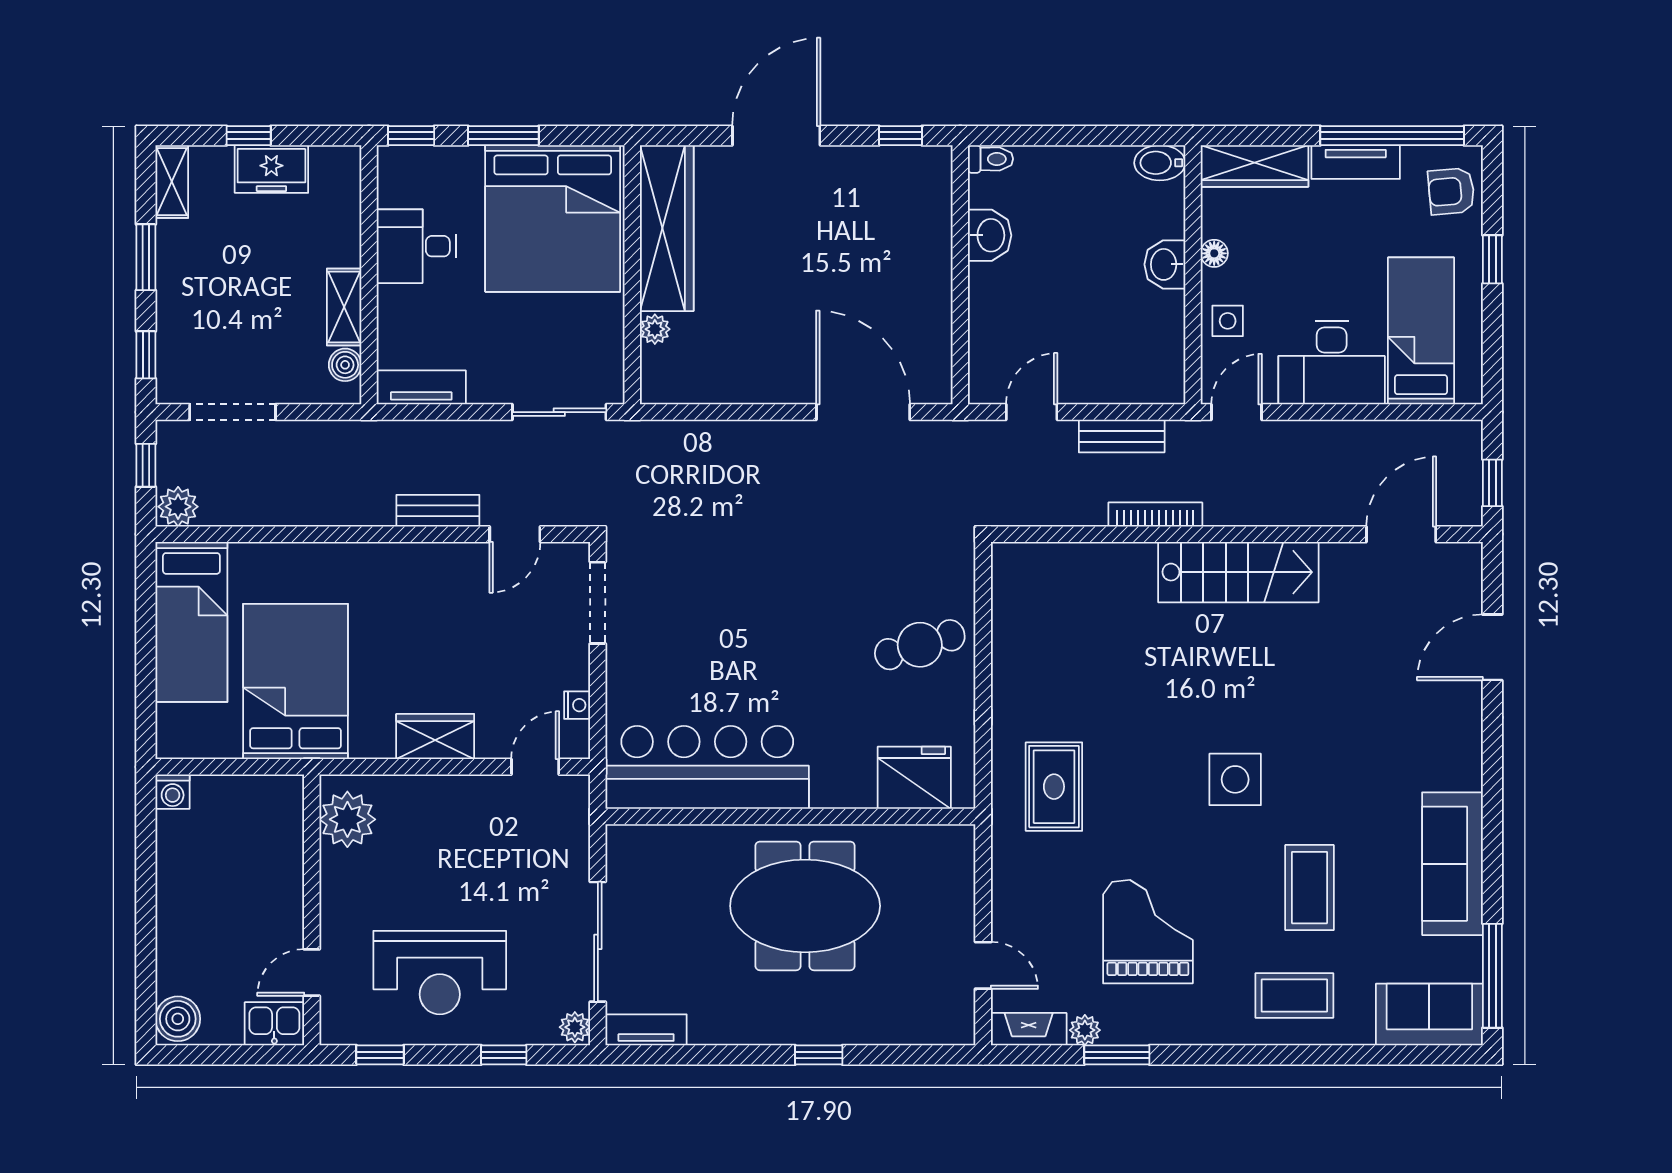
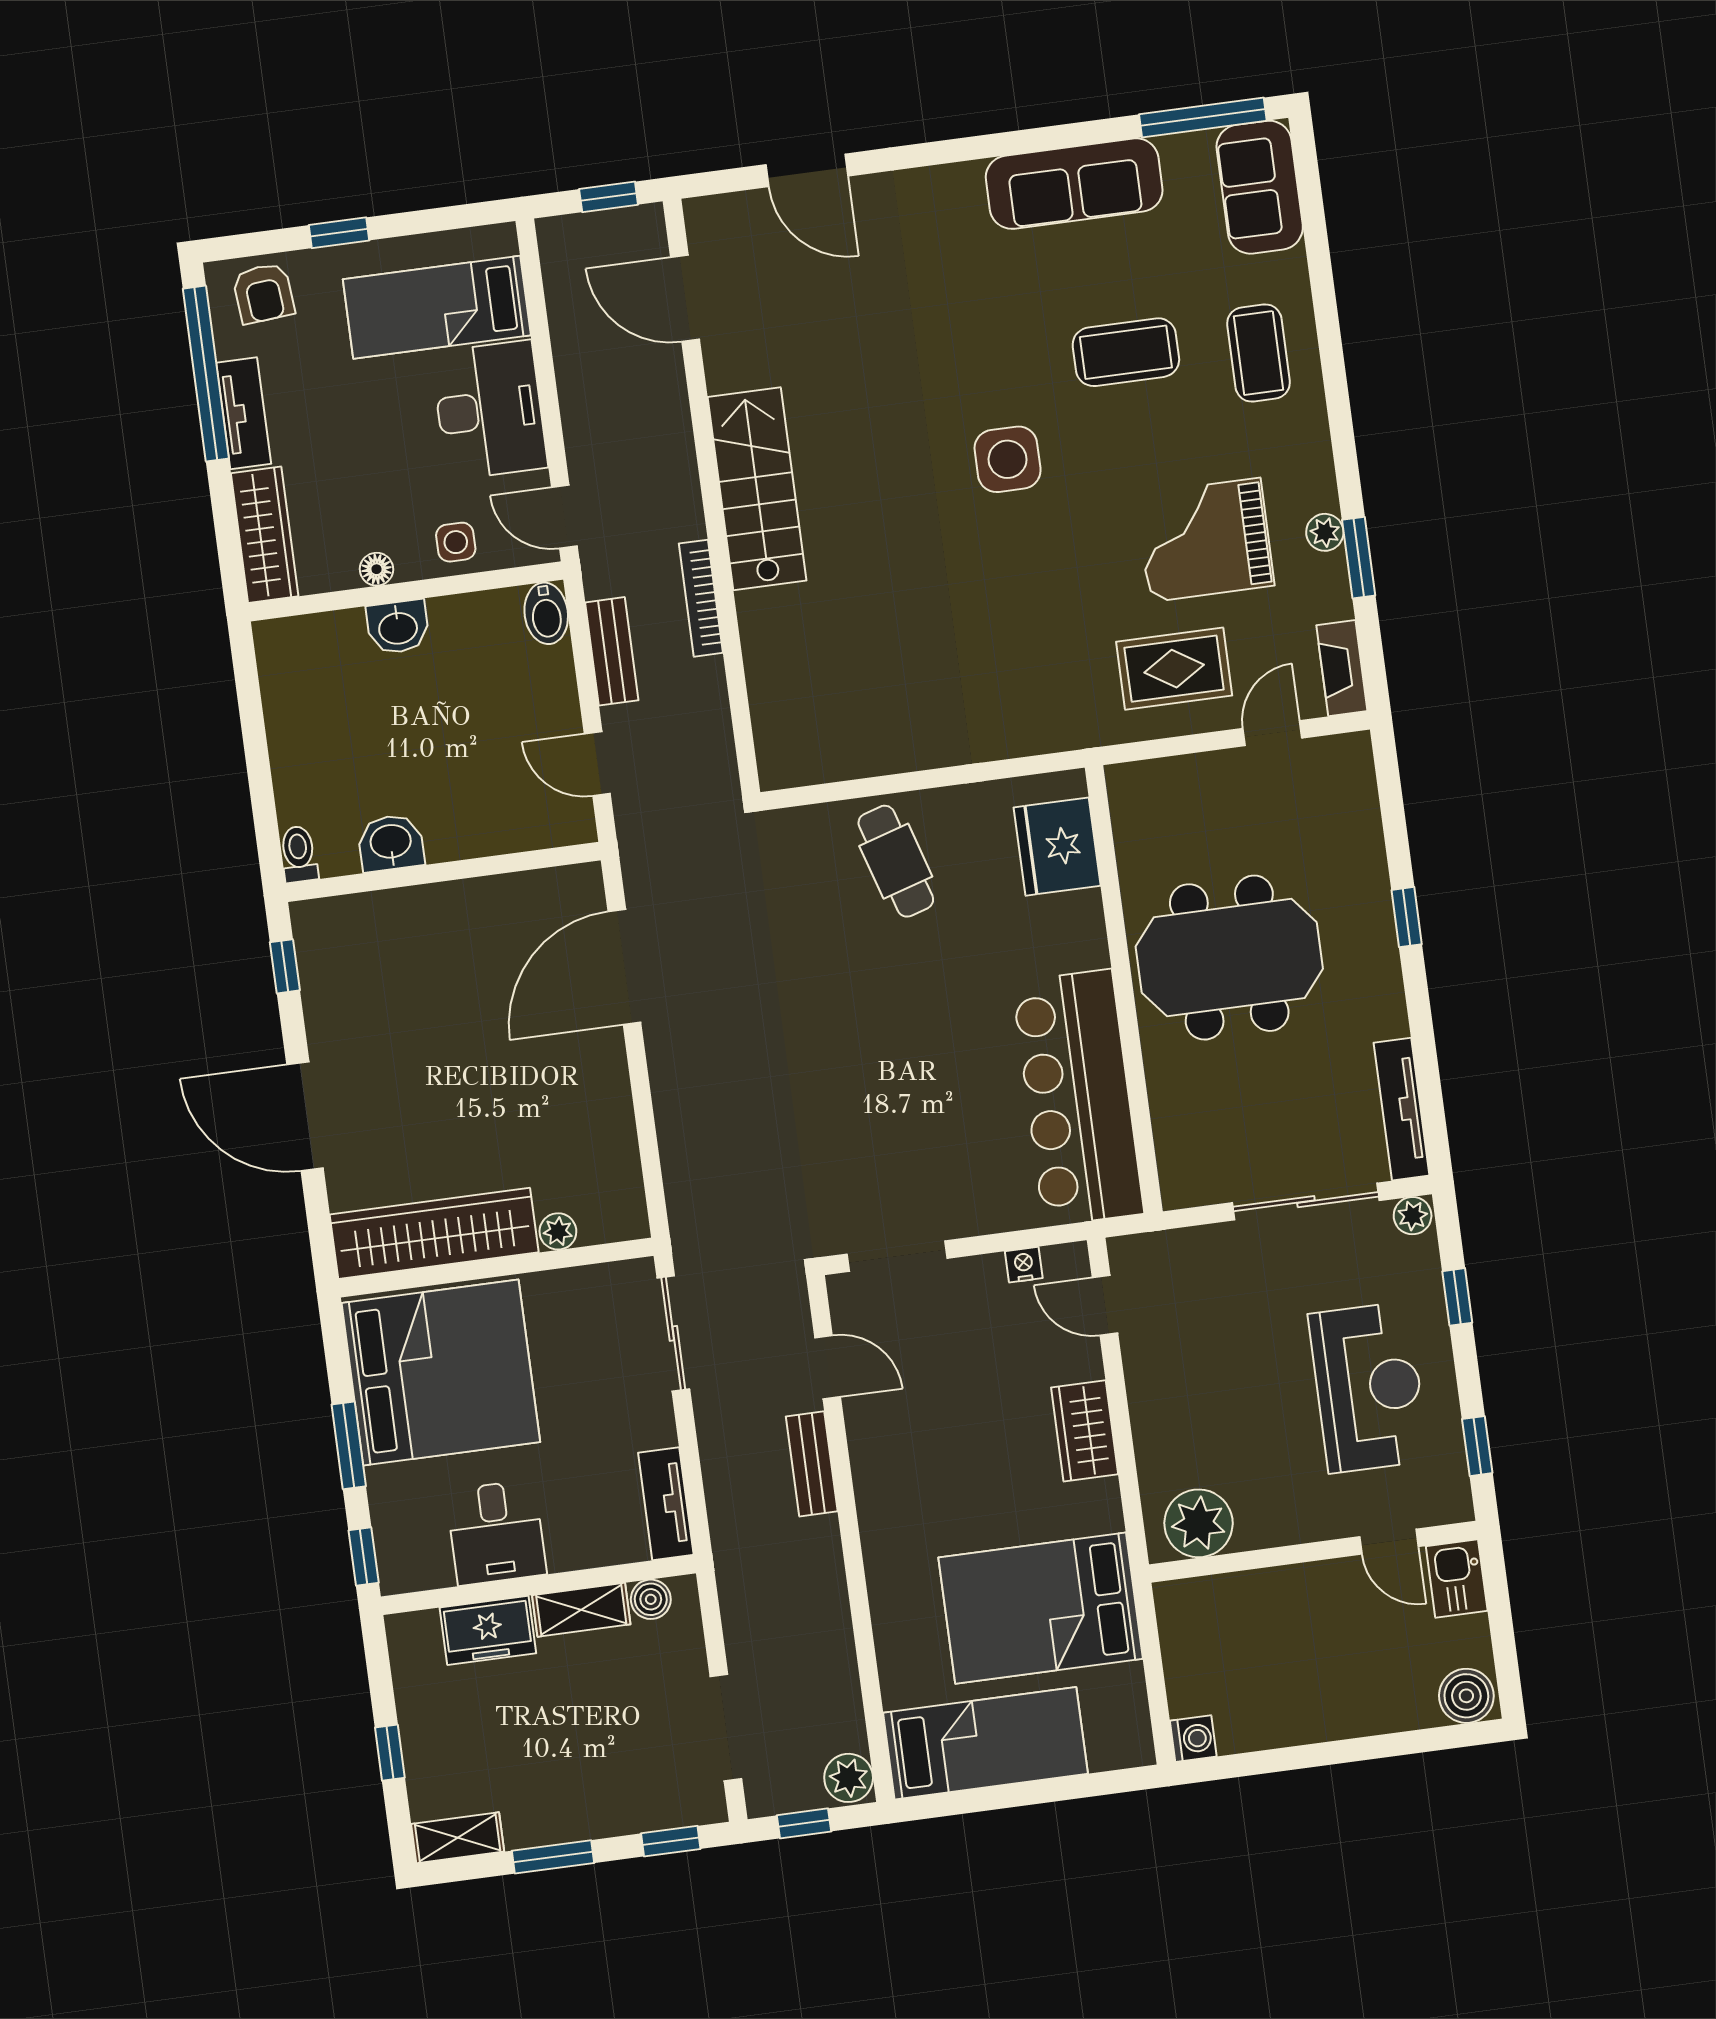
bidet: (1160, 163) -> (546, 613), moved
freezer: (271, 169) -> (488, 1630), moved, turned 90
rug: (1054, 787) -> (1174, 669), moved
meeting table: (805, 906) -> (1229, 958), turned 90
tv unit: (646, 1030) -> (1402, 1109), width x1.41
plant: (1085, 1030) -> (1325, 532), moved

